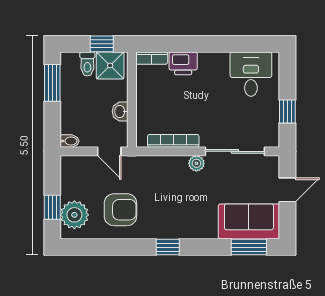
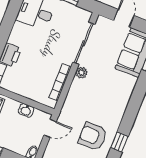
armchair: (120, 210) -> (93, 136), turned -90
window: (168, 247) -> (119, 142), moved

